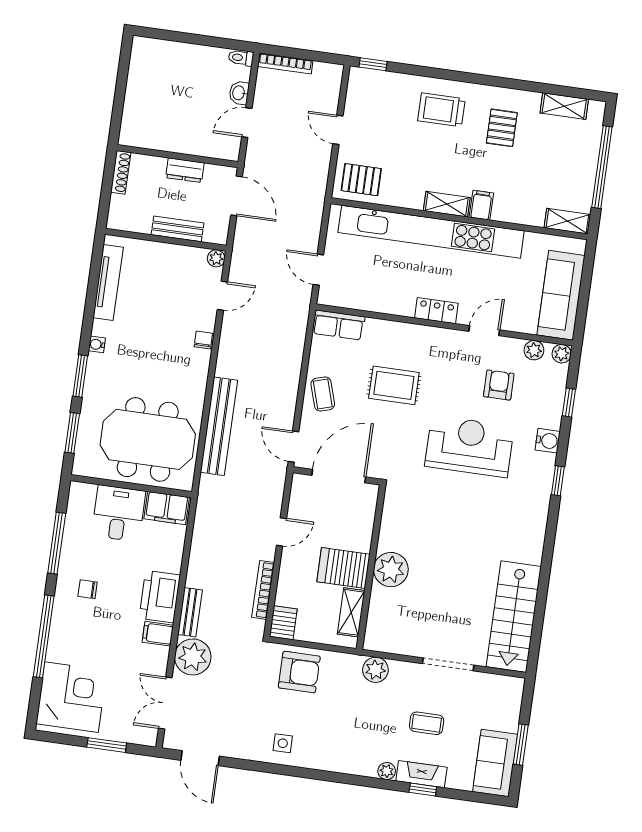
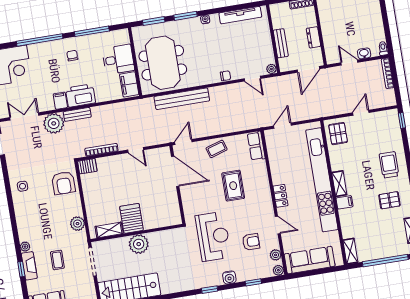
wall: (371, 567) -> (137, 233), moved
server rack: (343, 568) -> (132, 218), moved
plant: (391, 570) -> (139, 244), moved
shelving: (351, 612) -> (109, 230), moved

